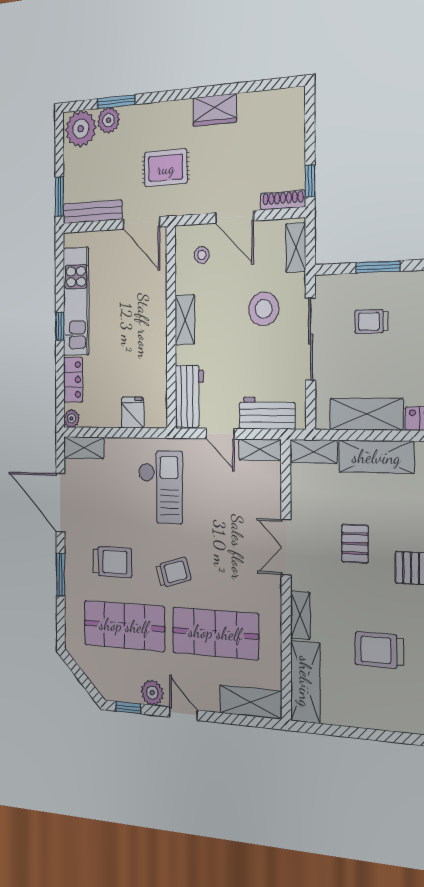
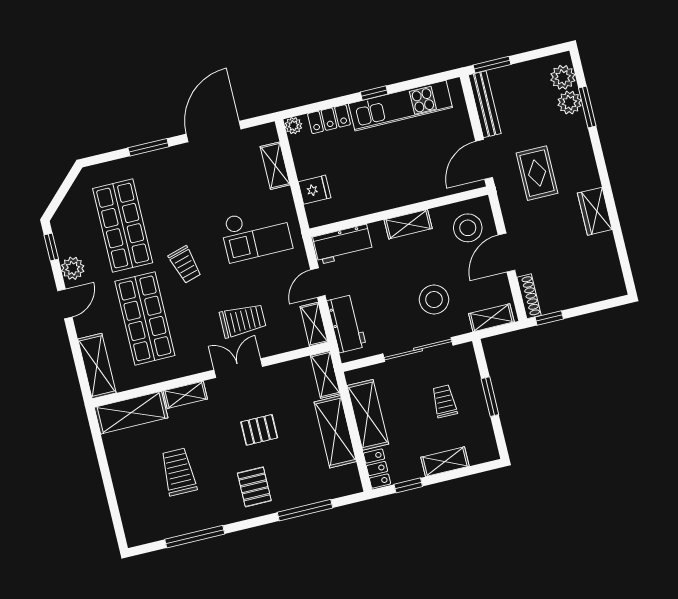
plant: (81, 129) -> (563, 77), width x0.73, depth x0.73
stool: (202, 255) -> (468, 228), width x1.89, depth x1.89
shelving: (84, 448) -> (275, 166), moved
trolley: (112, 562) -> (243, 320), moved, turned -90

